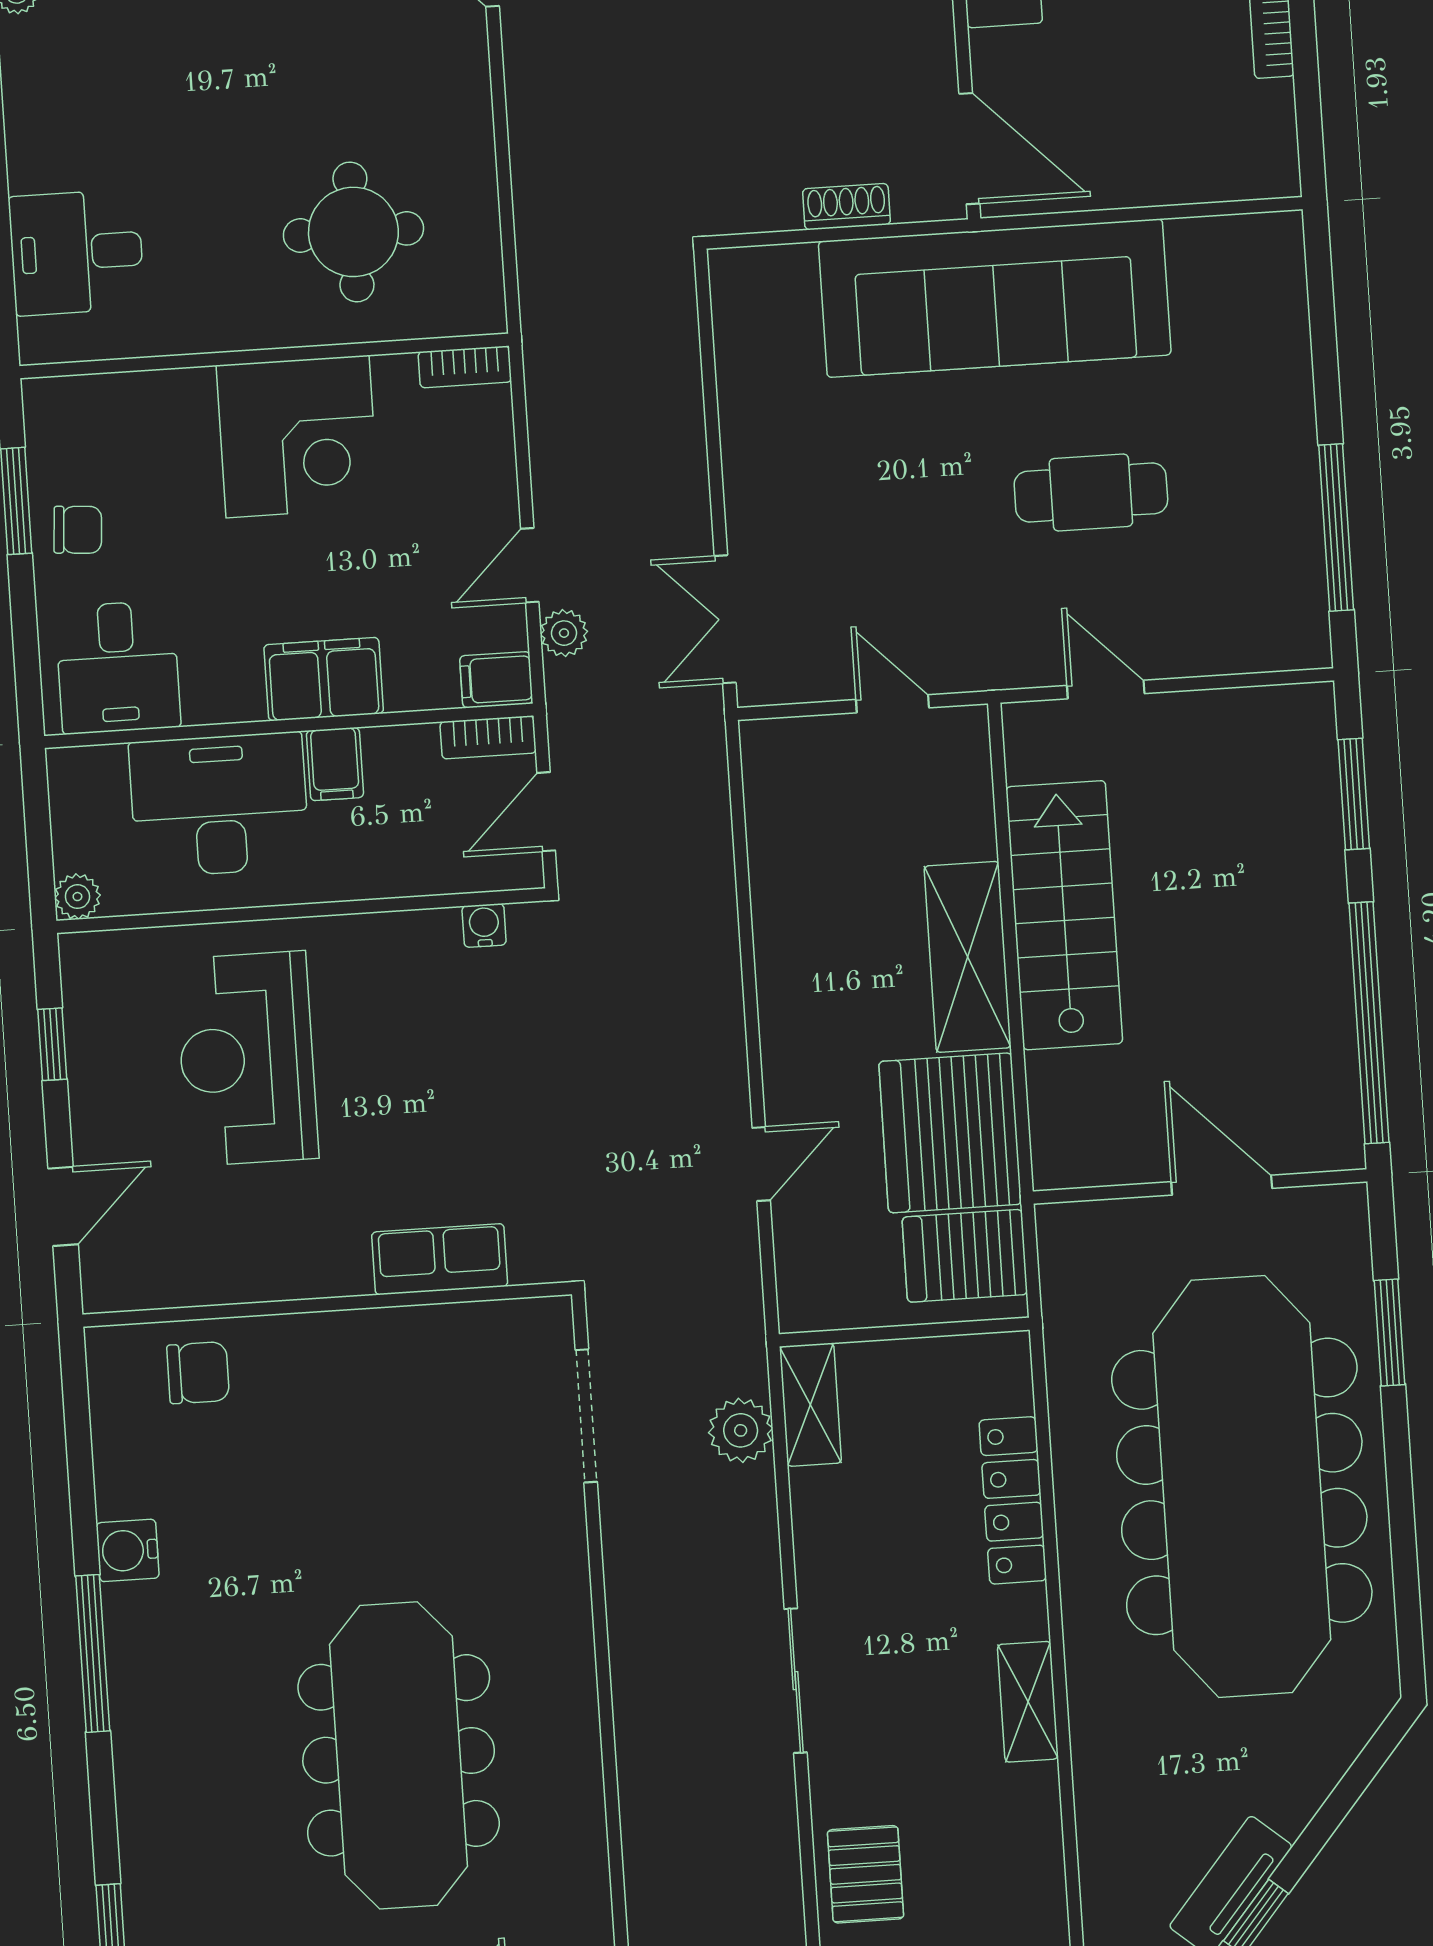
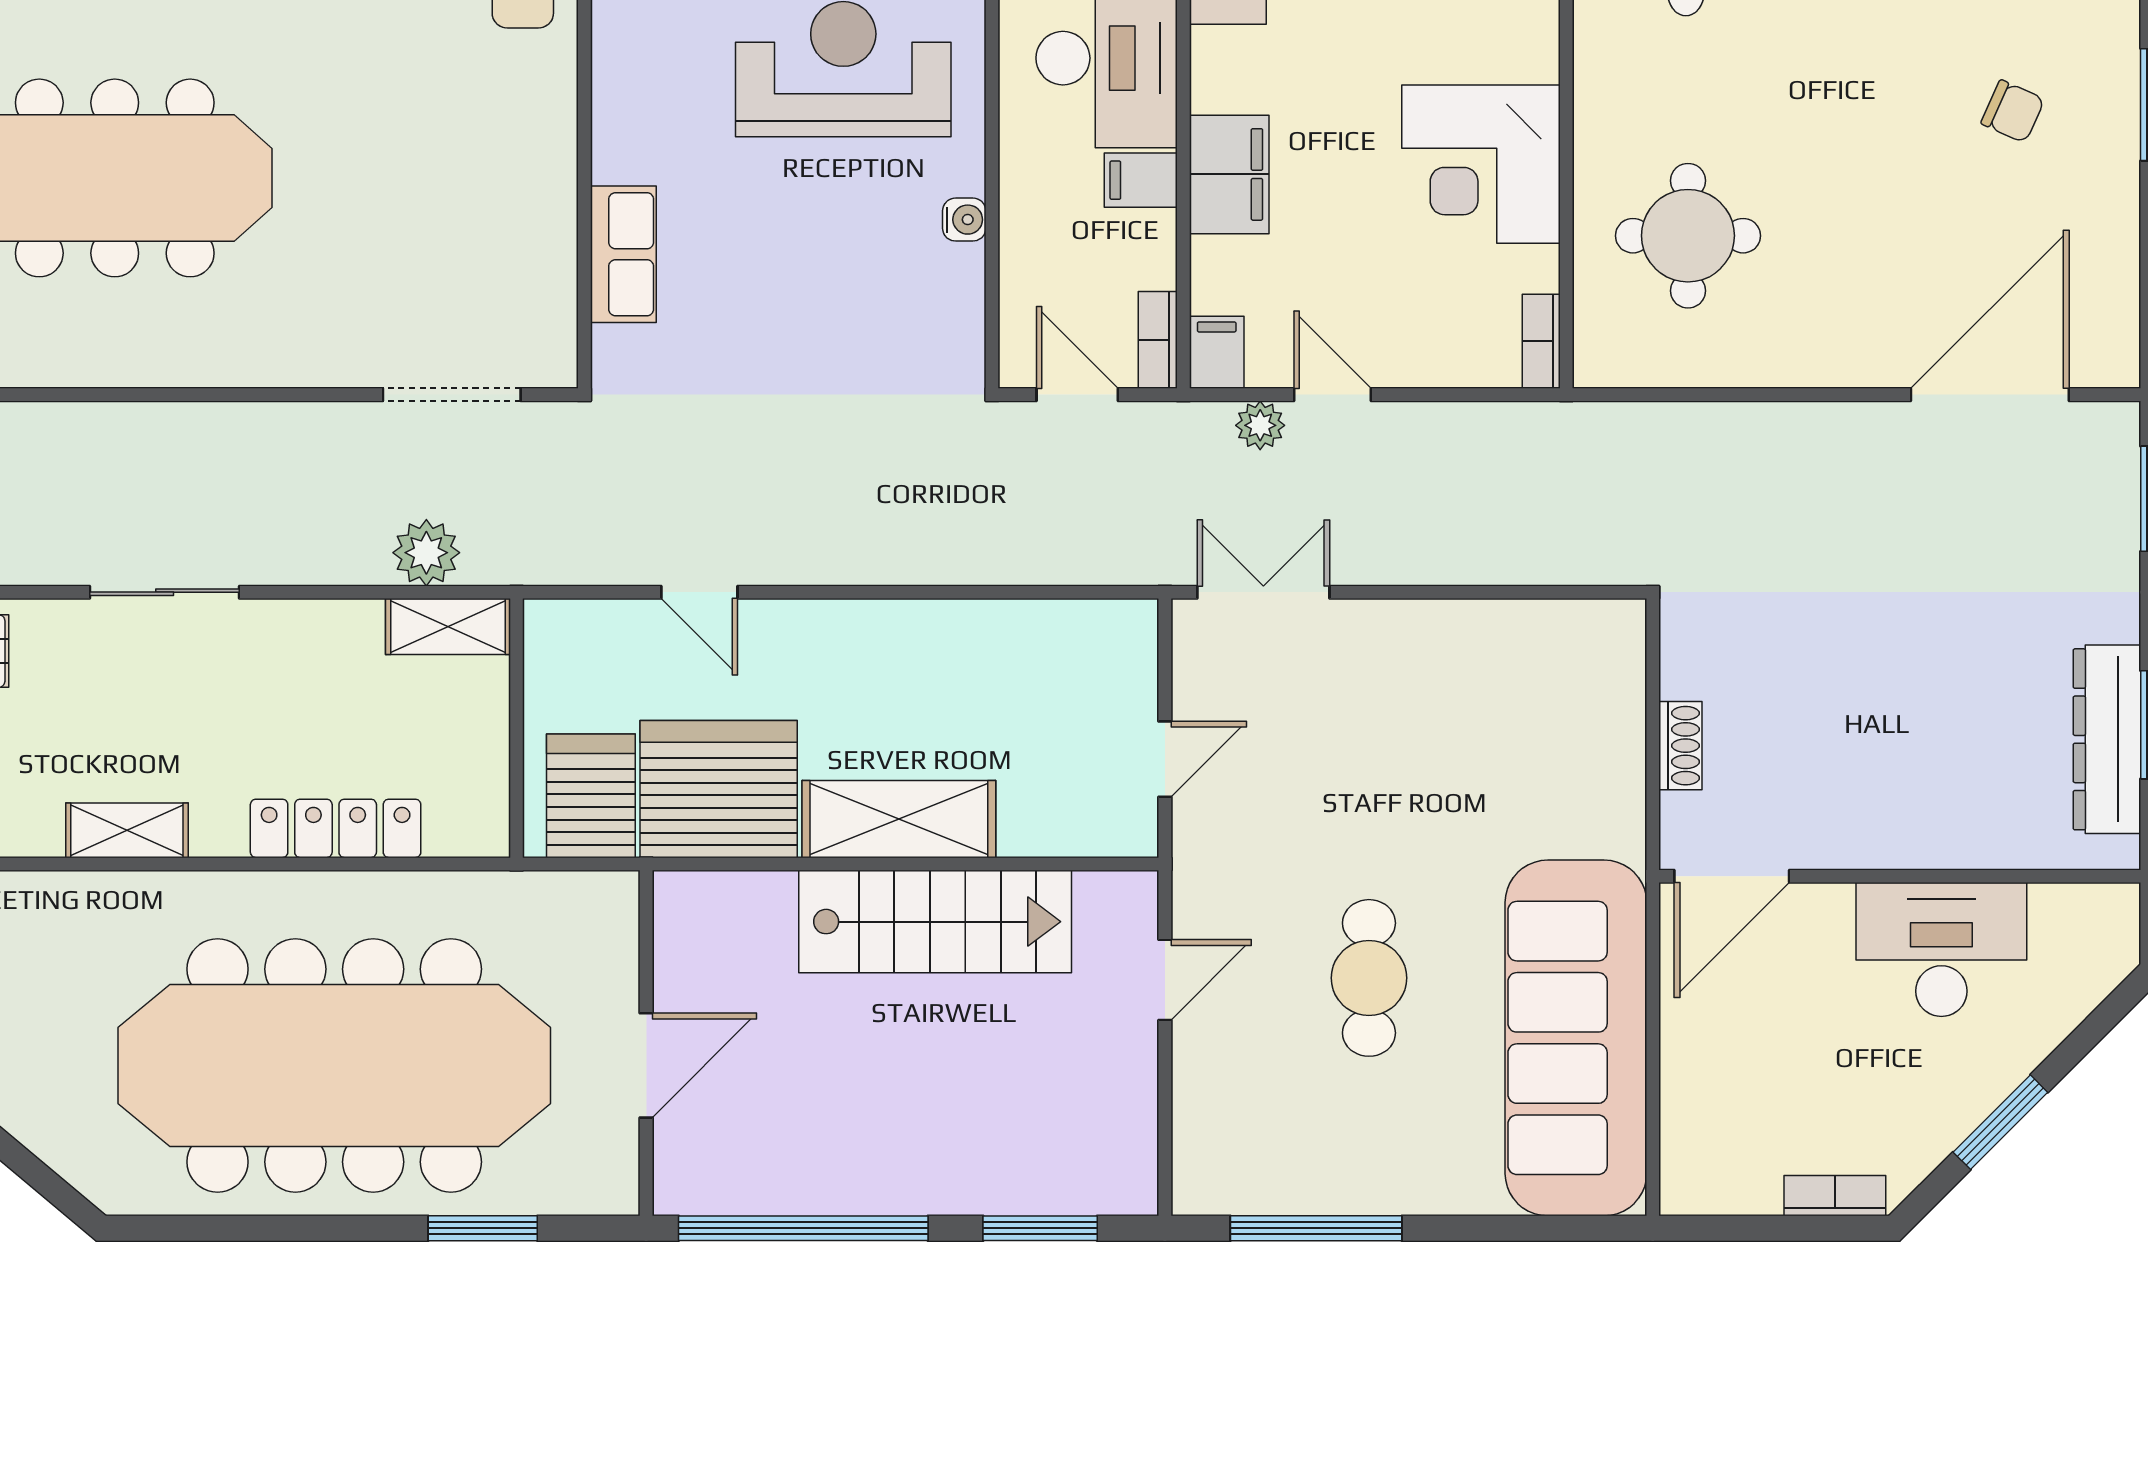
sofa: (995, 298) -> (1576, 1038), moved
water cooler: (484, 925) -> (964, 220), moved

